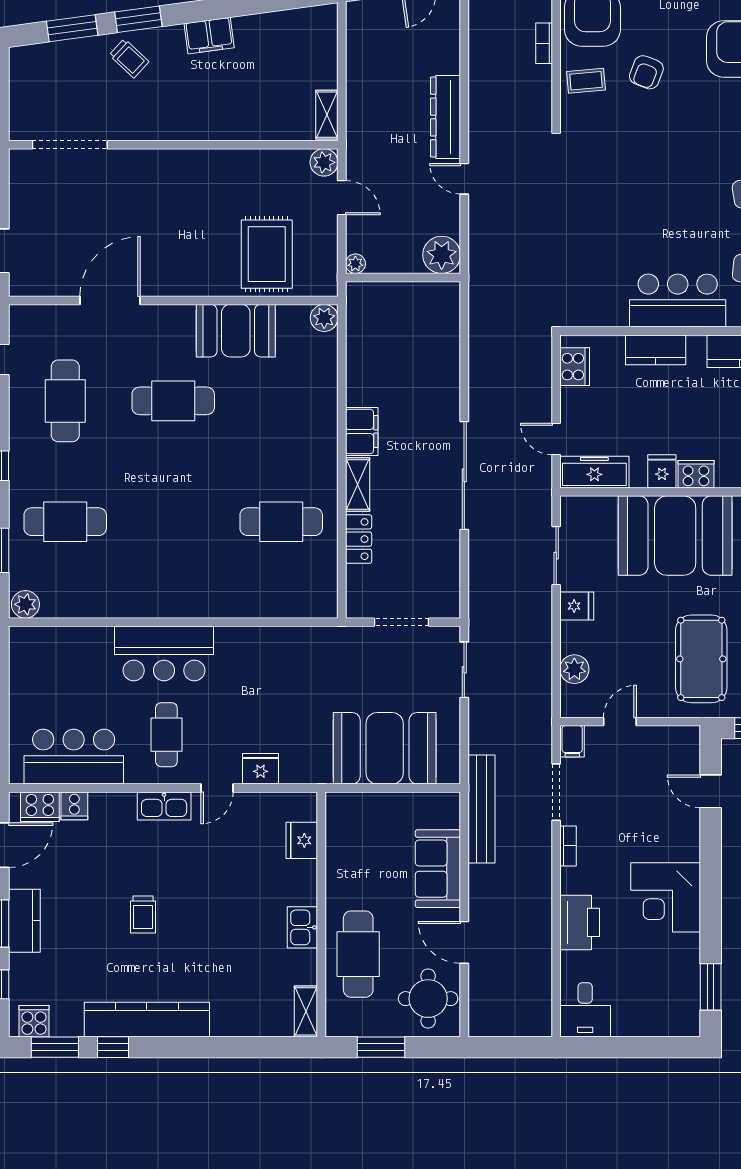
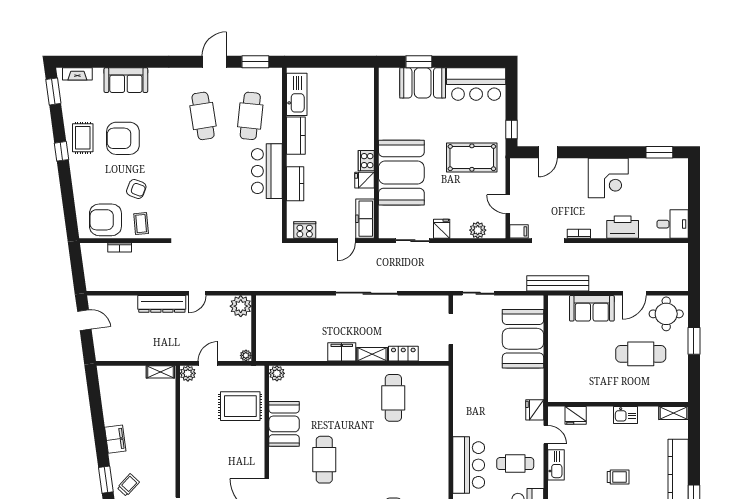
fridge: (302, 840) -> (576, 415), moved
wall: (321, 914) -> (618, 404), moved
kitchen sink: (302, 927) -> (625, 415), moved
shelving: (306, 1011) -> (674, 413), moved

